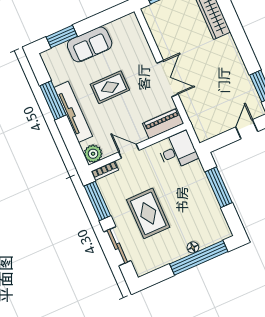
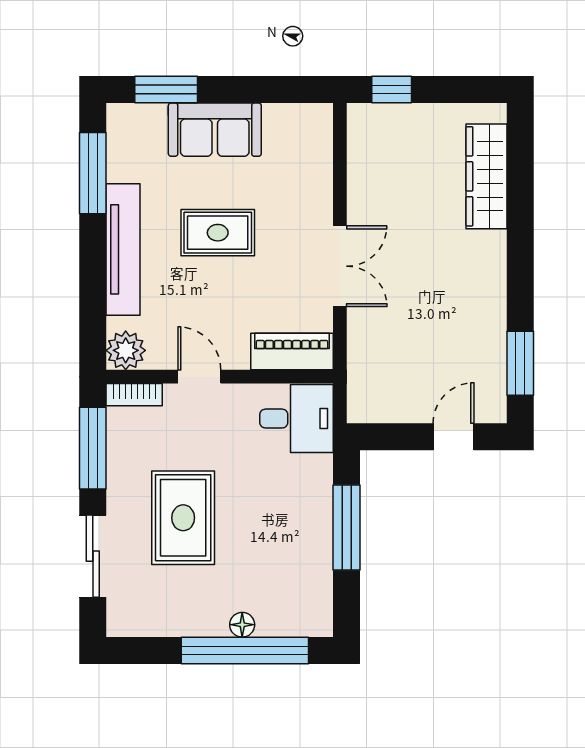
window: (53, 100) -> (93, 173), moved

